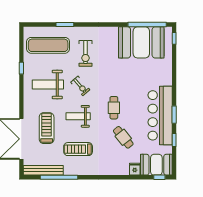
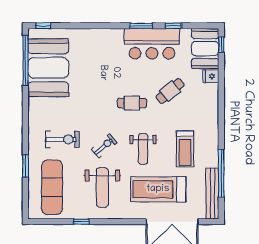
bar counter: (160, 115) -> (152, 44), width x0.73
treadmill: (47, 128) -> (158, 189), width x1.37, depth x1.38

